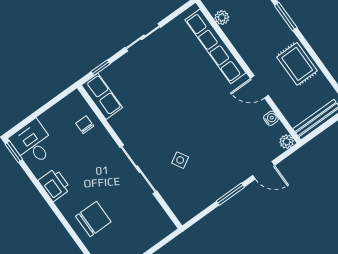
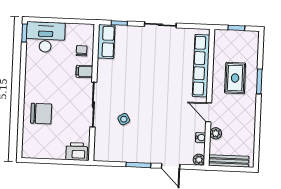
plant: (222, 18) -> (216, 133), moved
rug: (297, 64) -> (235, 78), moved
desk: (33, 143) -> (45, 37), width x1.37
filing cabinet: (104, 143) -> (84, 72), added
printer: (54, 185) -> (77, 151), moved, turned -90

